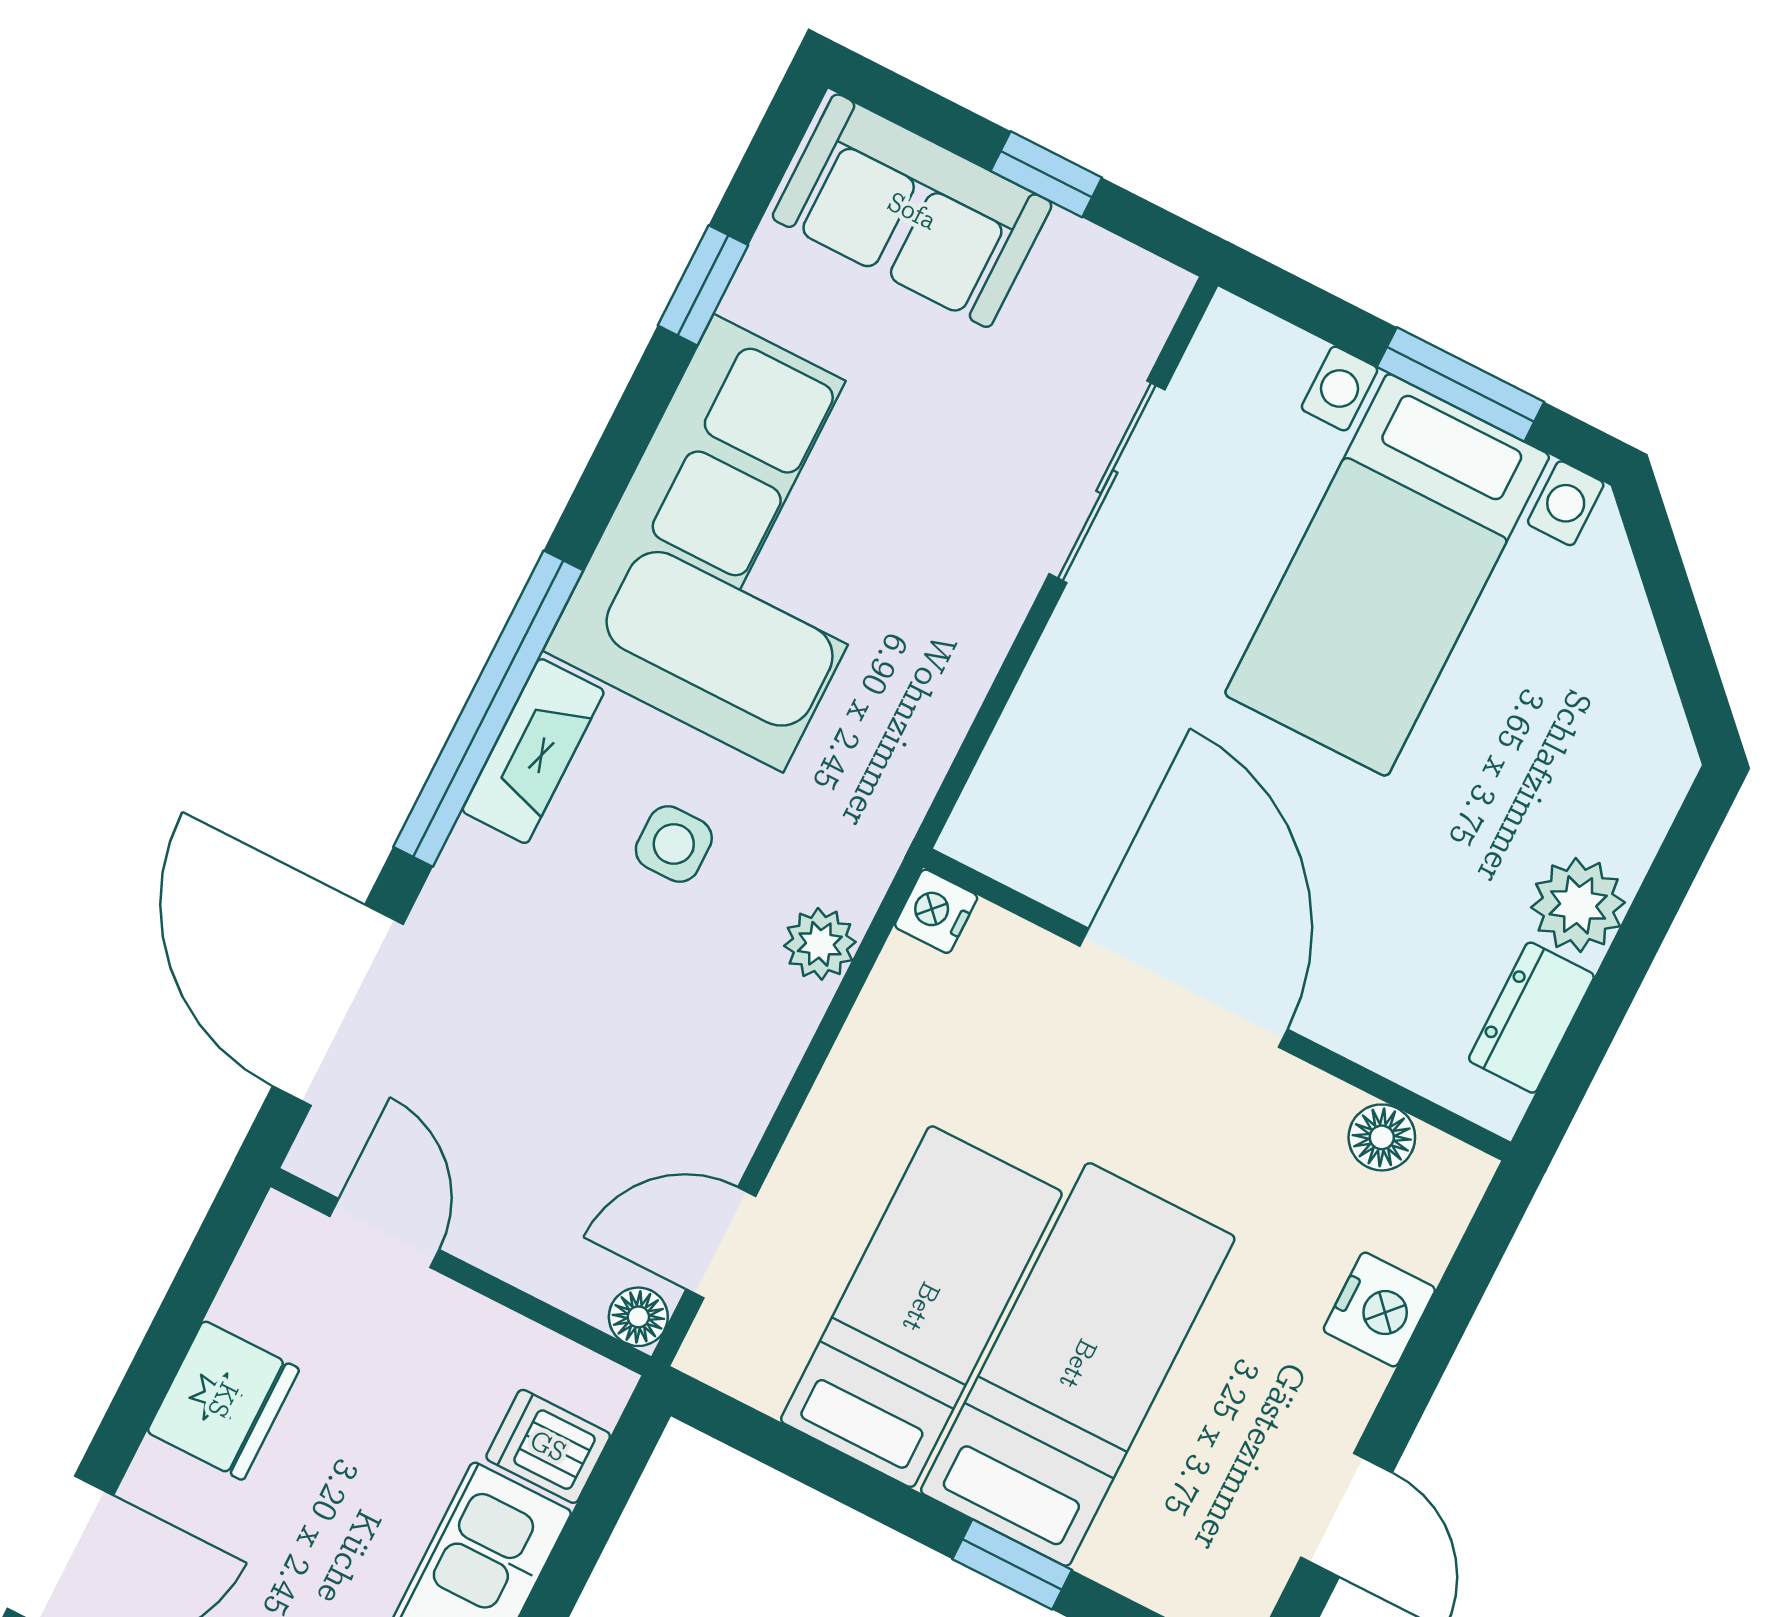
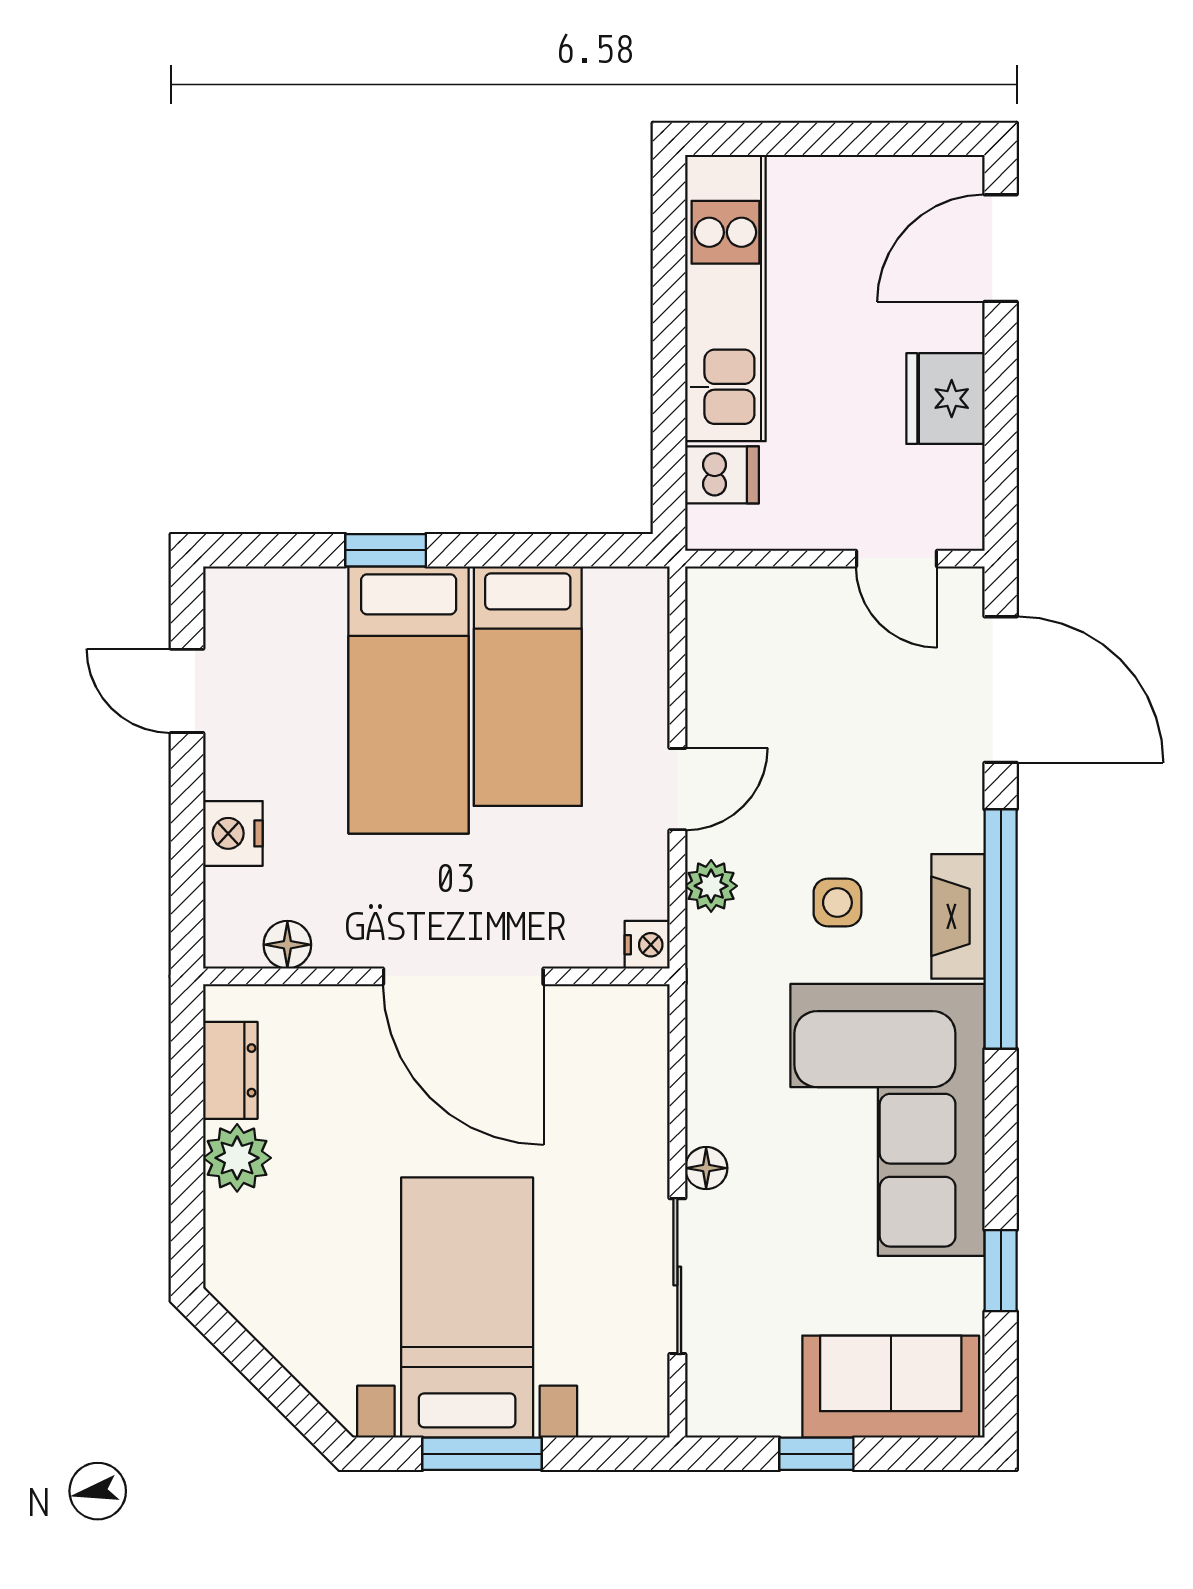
door: (721, 1243) -> (677, 789), moved
floor lamp: (638, 1317) -> (706, 1168), moved

